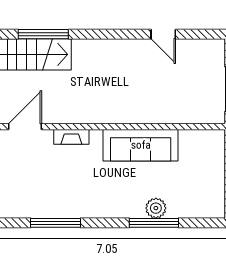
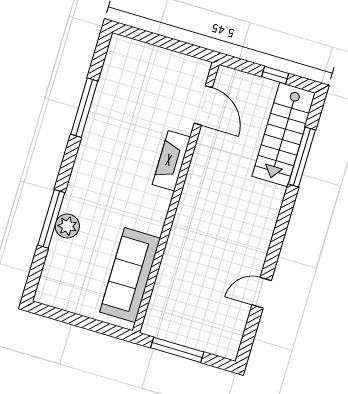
fireplace: (71, 137) -> (171, 161), width x1.37, depth x1.32
sofa: (141, 145) -> (130, 275), moved

